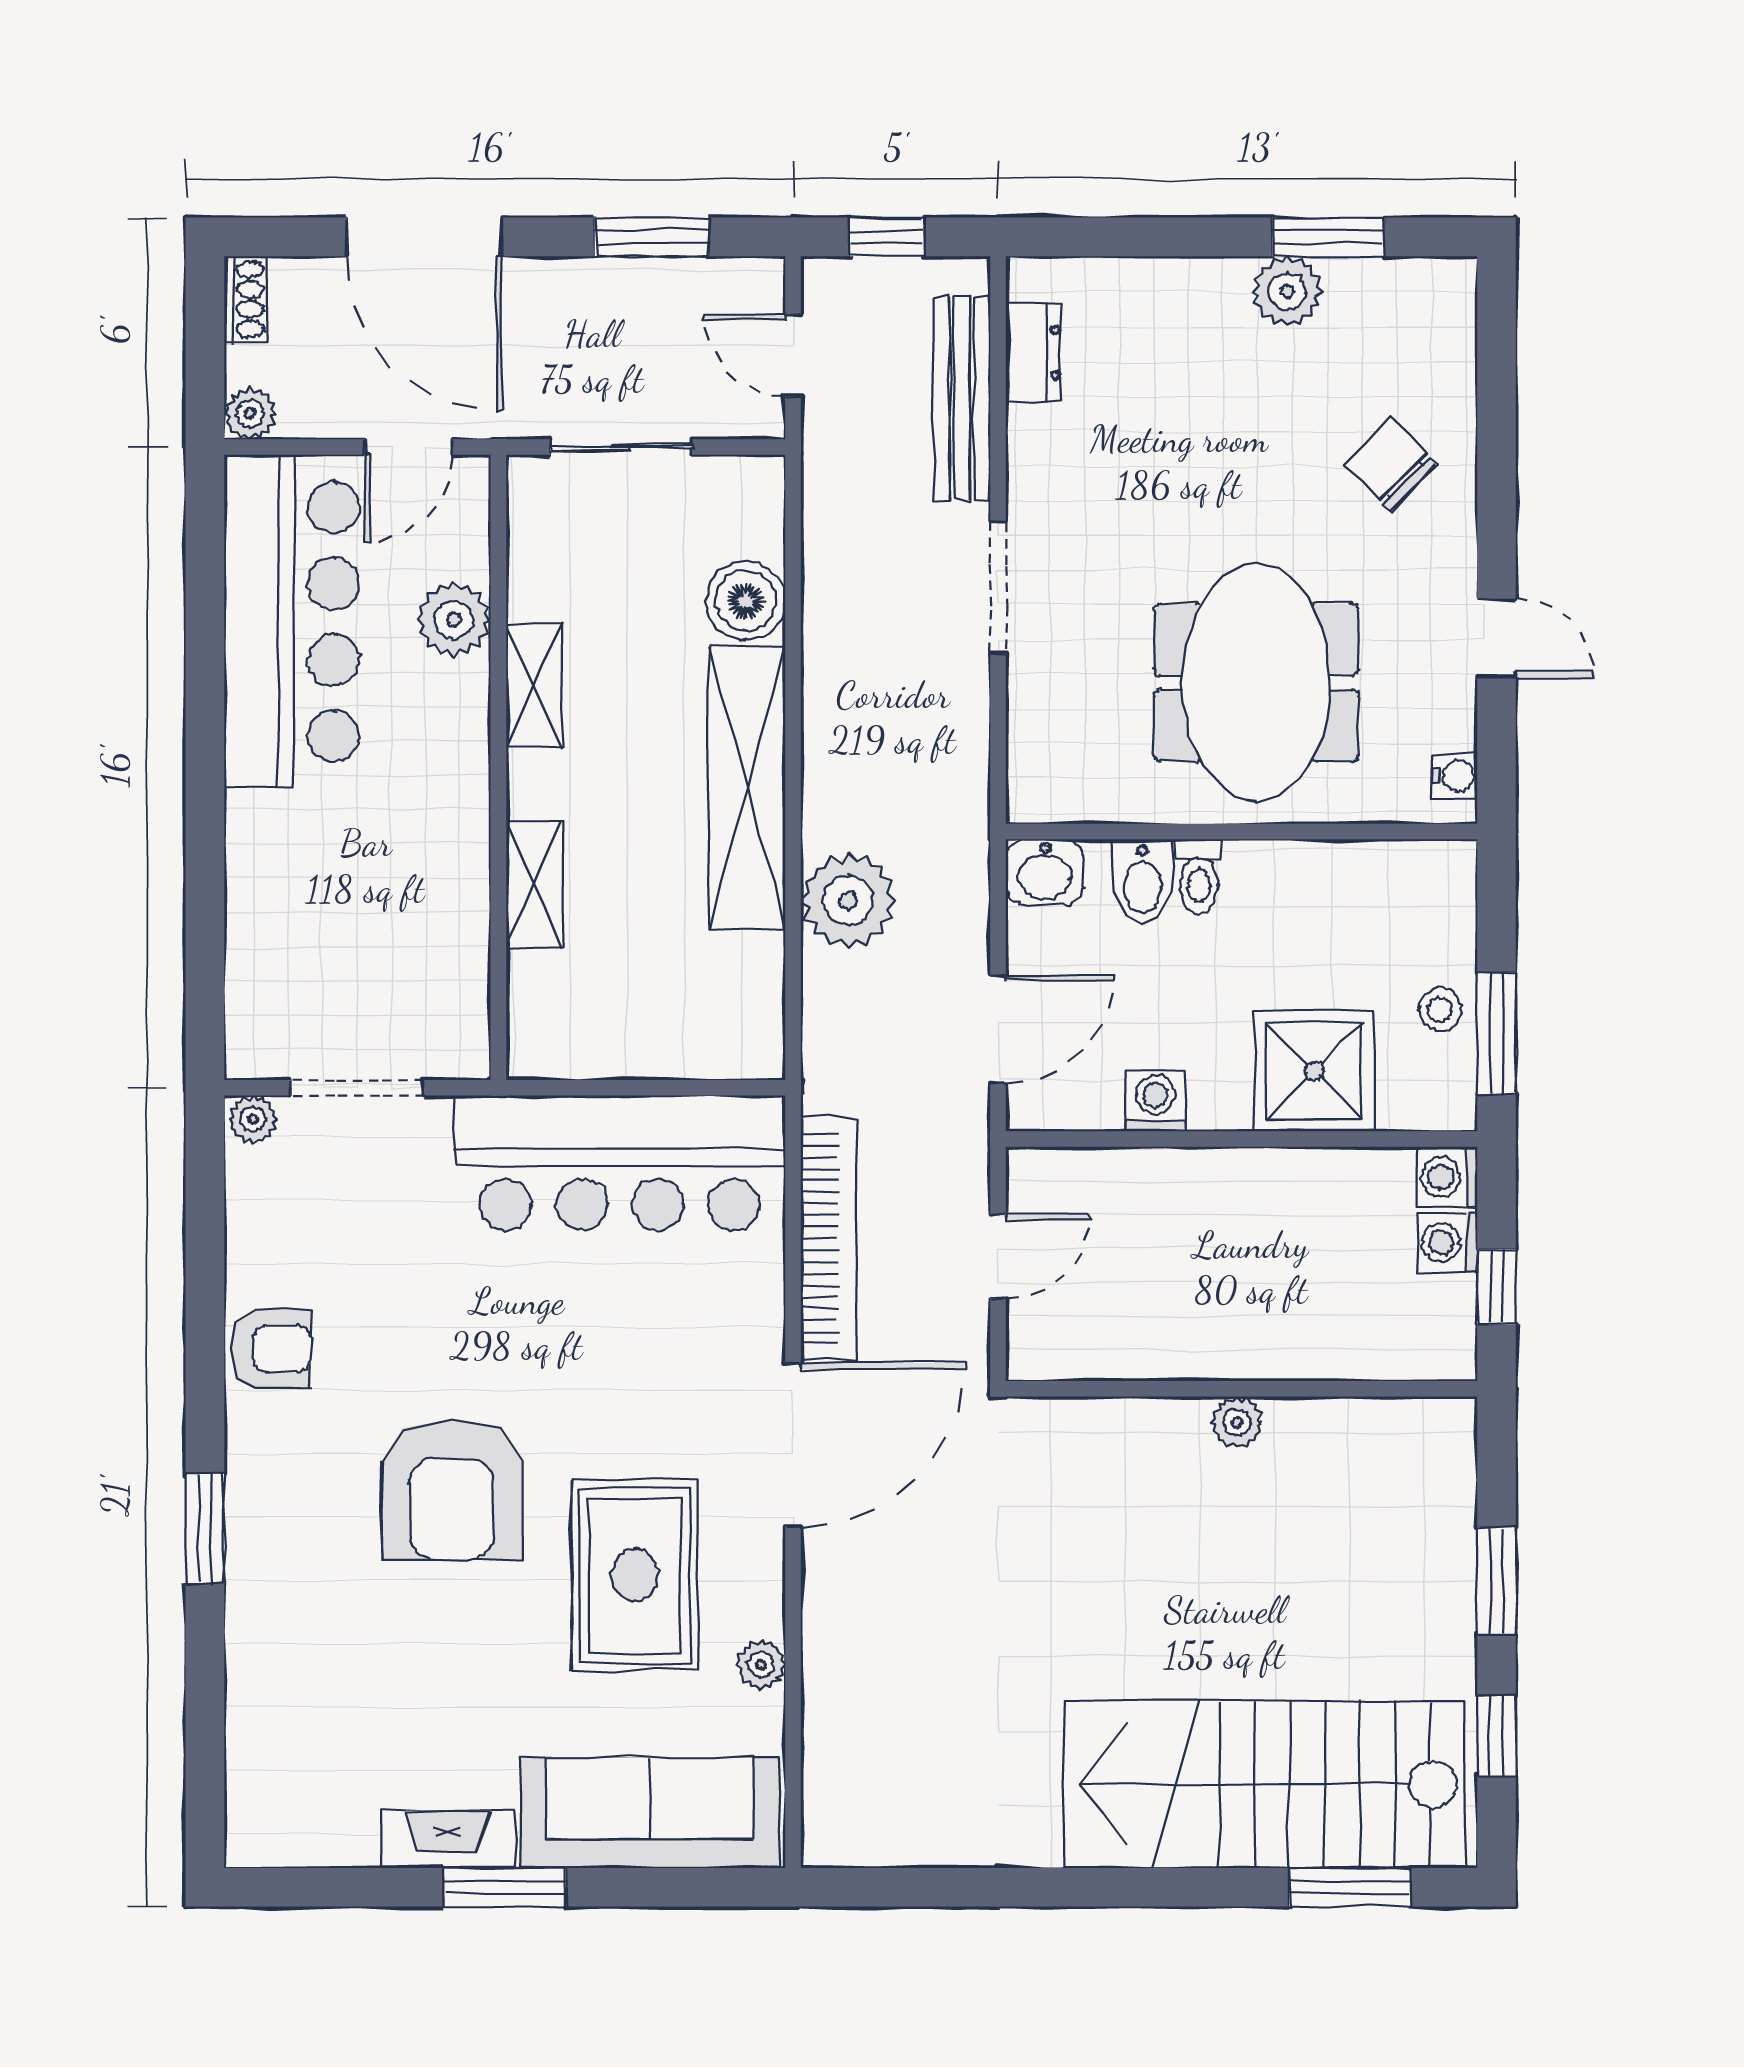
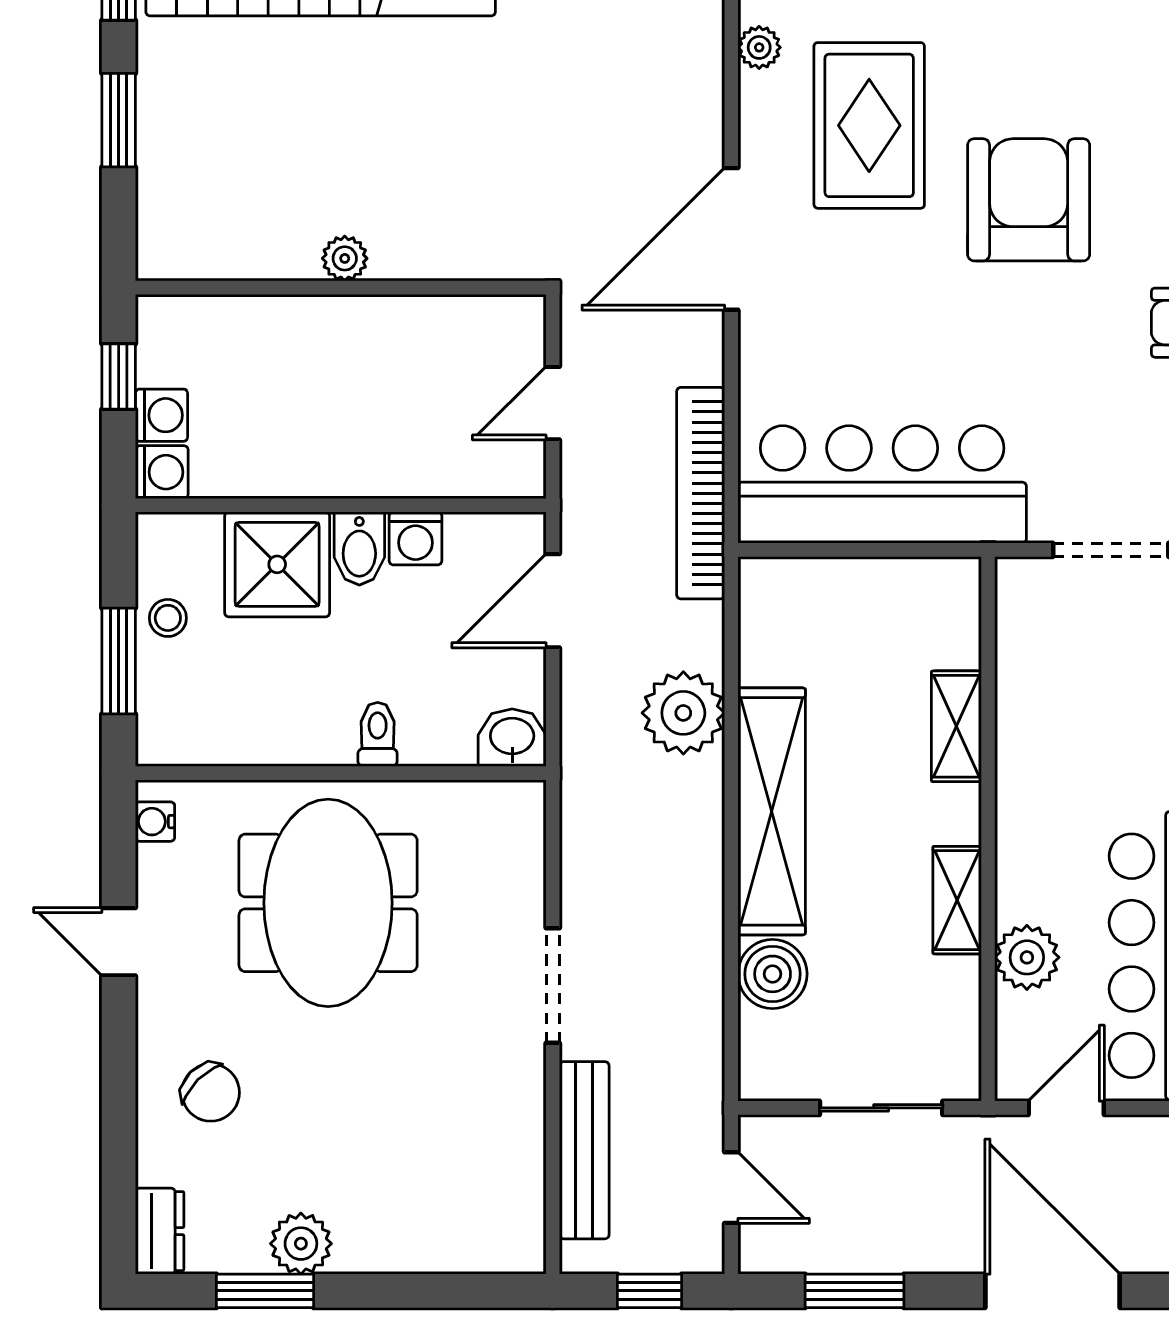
dresser: (1034, 353) -> (160, 1231), moved, turned 180
bidet: (1142, 881) -> (359, 548), moved, turned 180
window: (1496, 1033) -> (119, 661), moved
bookcase: (828, 1239) -> (701, 493), moved

